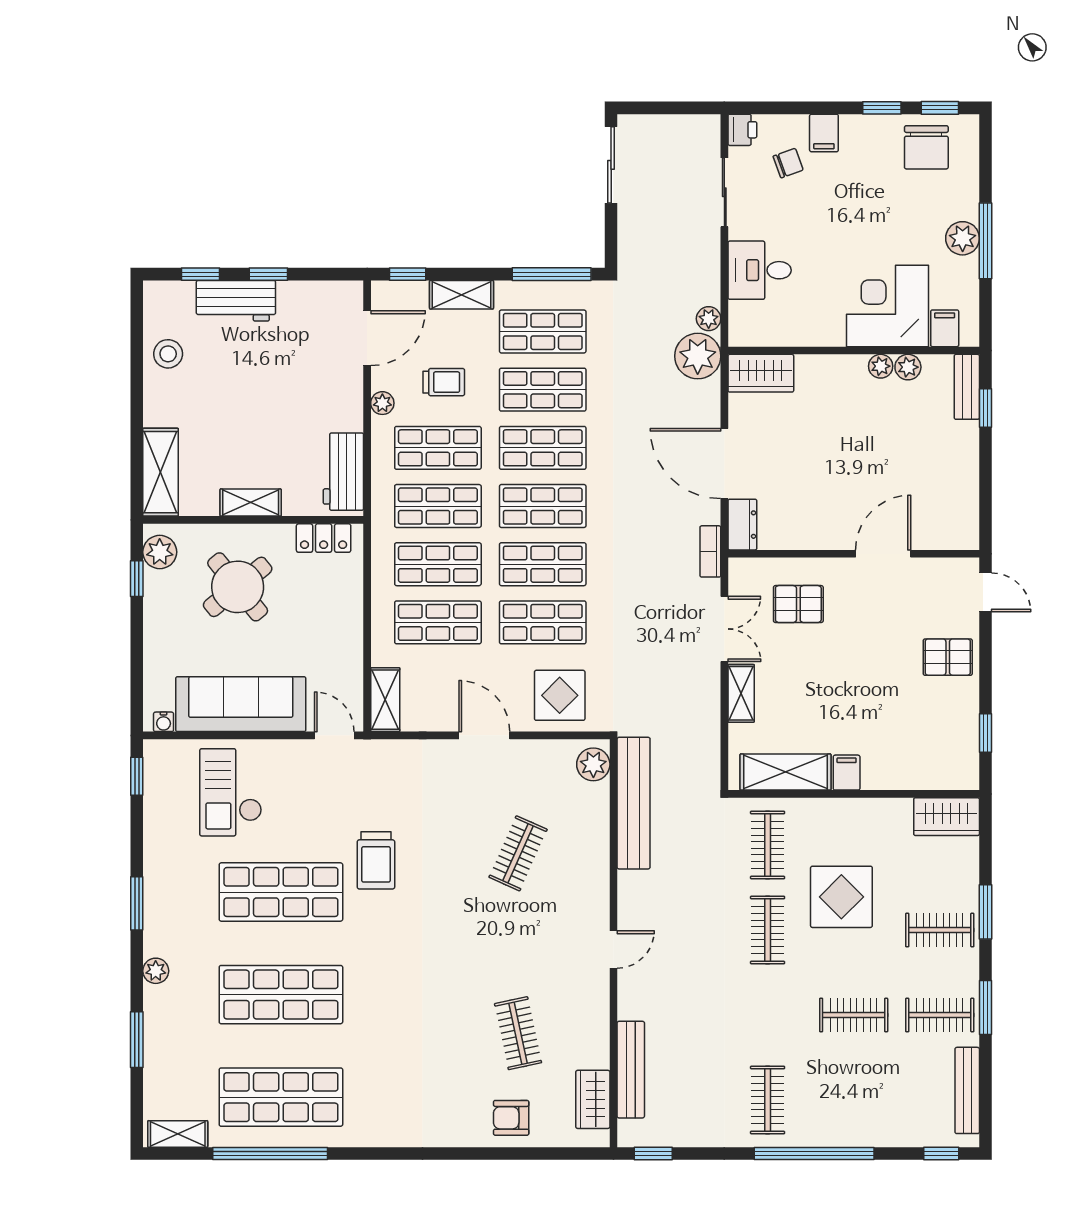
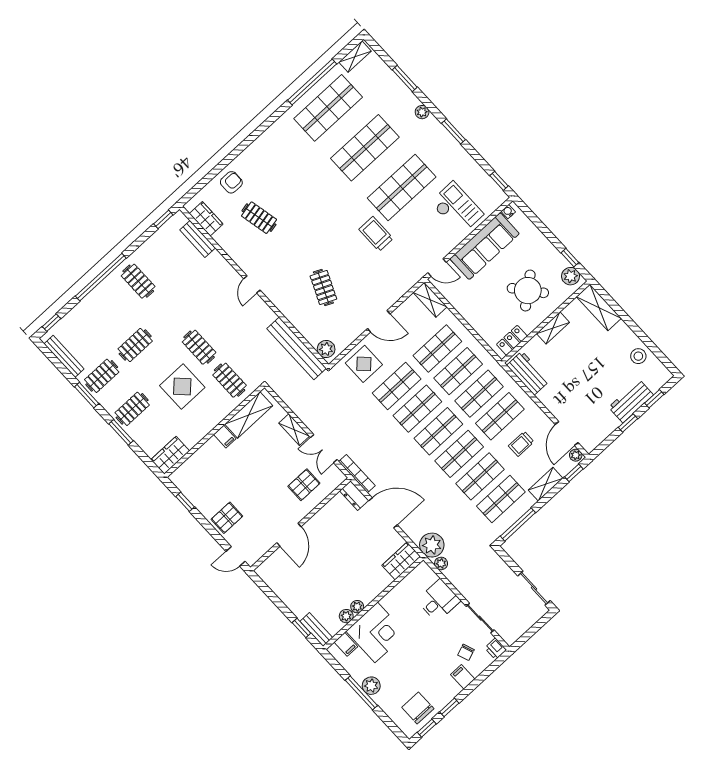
plant: (382, 403) -> (576, 455), moved
bookcase: (710, 551) -> (357, 474), width x1.56
bench: (631, 1070) -> (198, 239), width x0.73

